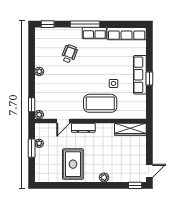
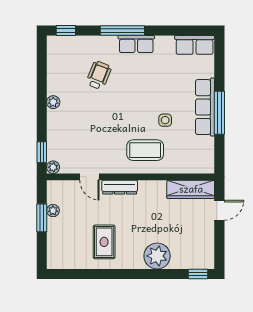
row of seats: (127, 34) -> (195, 45), width x0.68
window: (149, 78) -> (219, 113), width x2.17
coffee table: (100, 103) -> (145, 150), width x0.73, depth x0.76
door: (63, 121) -> (89, 177), hinge flipped
rug: (73, 164) -> (104, 242), width x0.73, depth x0.70
door: (149, 171) -> (219, 210), moved
plant: (104, 177) -> (157, 256), width x1.88, depth x1.88

